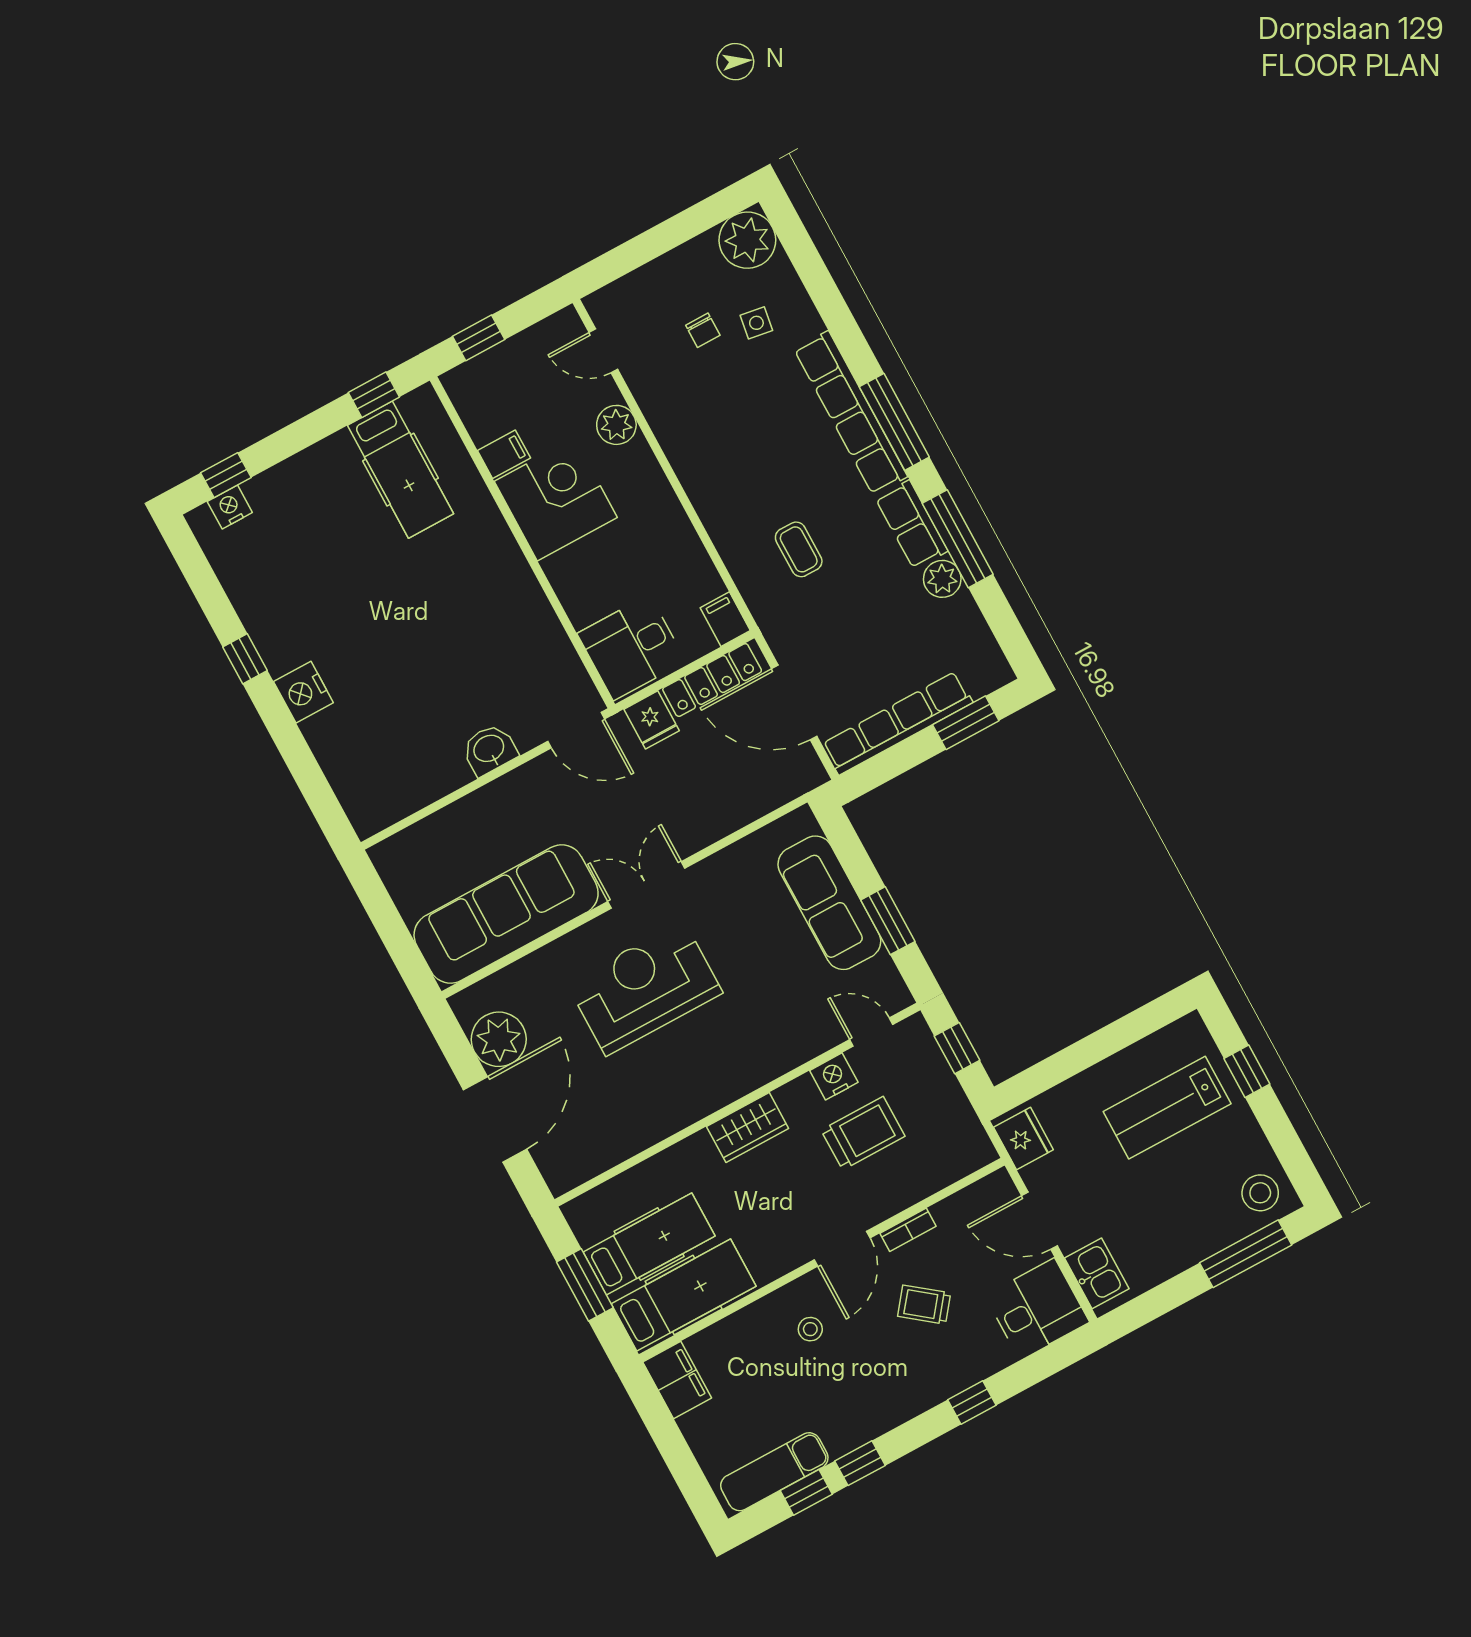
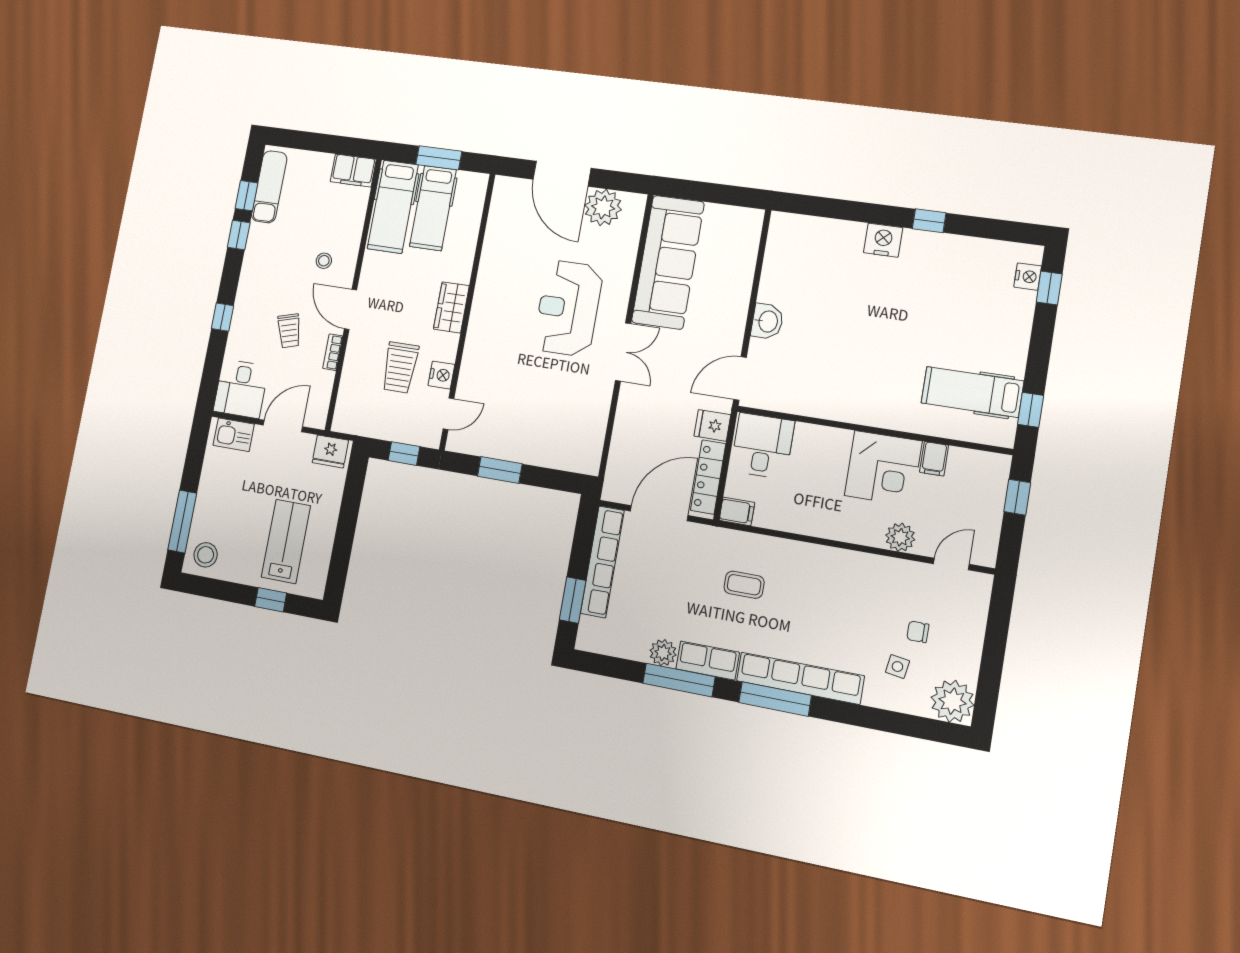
sofa: (829, 903) -> (534, 446), removed
reception desk: (645, 988) -> (568, 308), turned 180
trolley: (924, 1305) -> (289, 331), turned 126

